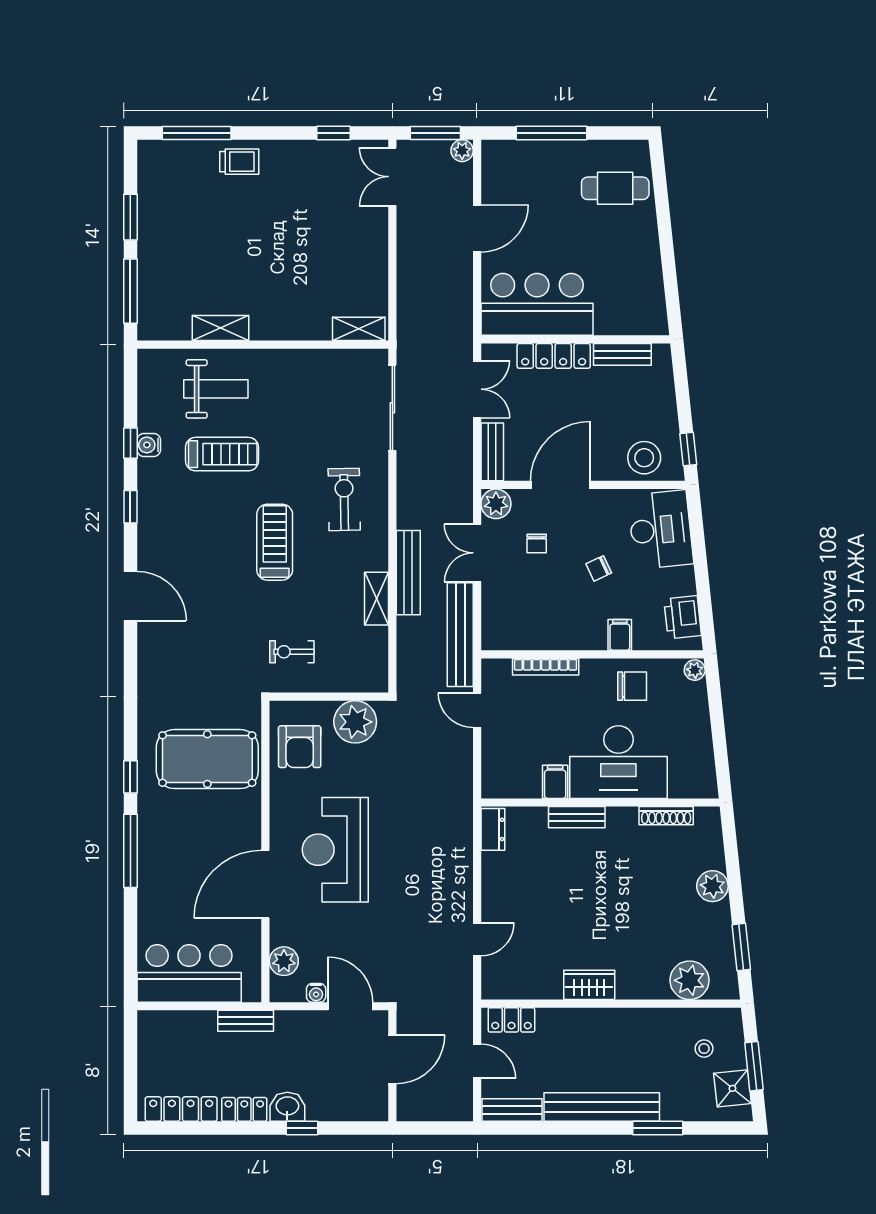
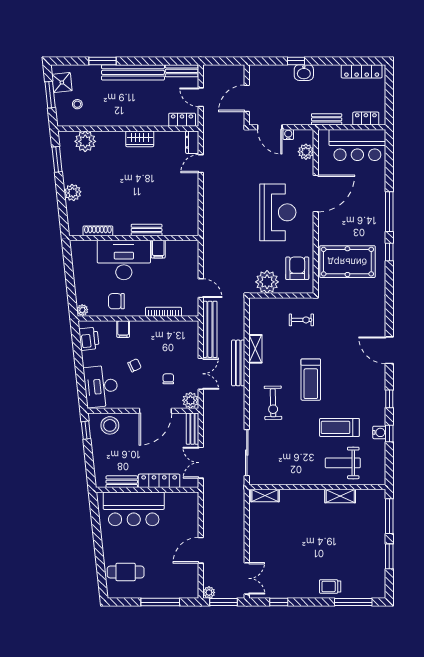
bar counter: (537, 304) -> (134, 509), moved
dresser: (493, 829) -> (192, 142), moved
locker: (244, 1109) -> (366, 119), moved, turned 180

